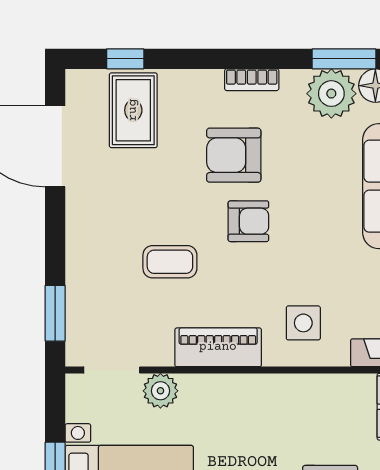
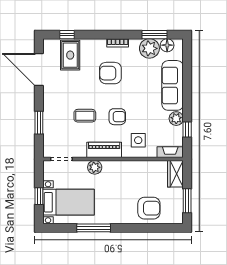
armchair: (248, 221) -> (117, 117), moved
window: (55, 313) -> (39, 123), moved
plant: (160, 391) -> (95, 167), moved

